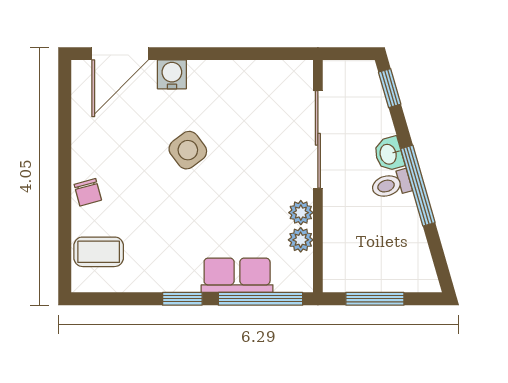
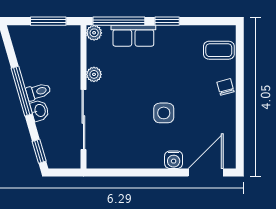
side table: (188, 150) -> (164, 113), turned 37
plant: (301, 240) -> (94, 33), moved

